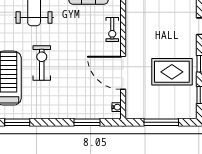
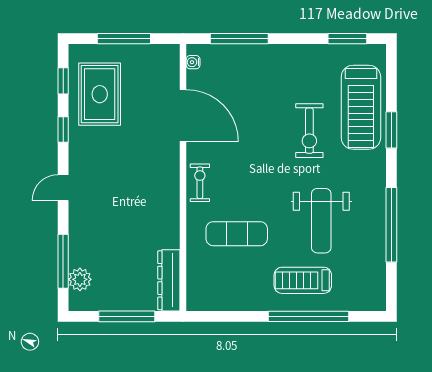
rug: (172, 72) -> (100, 94), moved, turned 90
window: (87, 122) -> (239, 39), width x1.44

